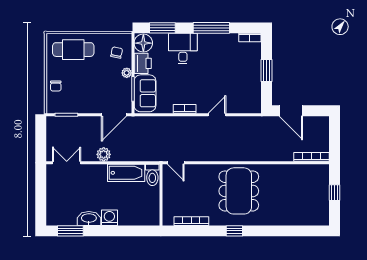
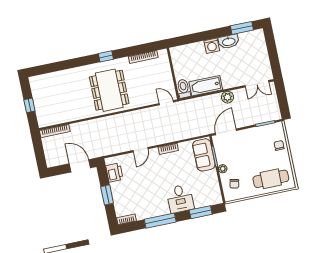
floor lamp: (143, 43) -> (214, 196), removed
printer: (143, 63) -> (114, 173), moved, turned 180

